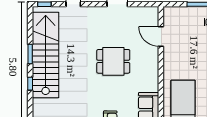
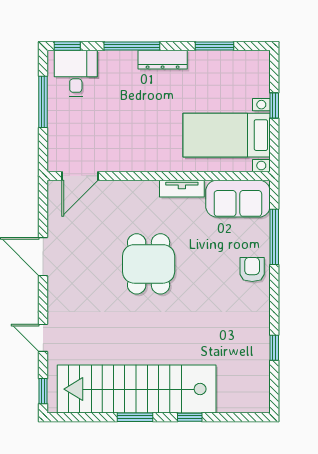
door: (161, 37) -> (80, 176), moved
tv unit: (154, 79) -> (182, 189), added

